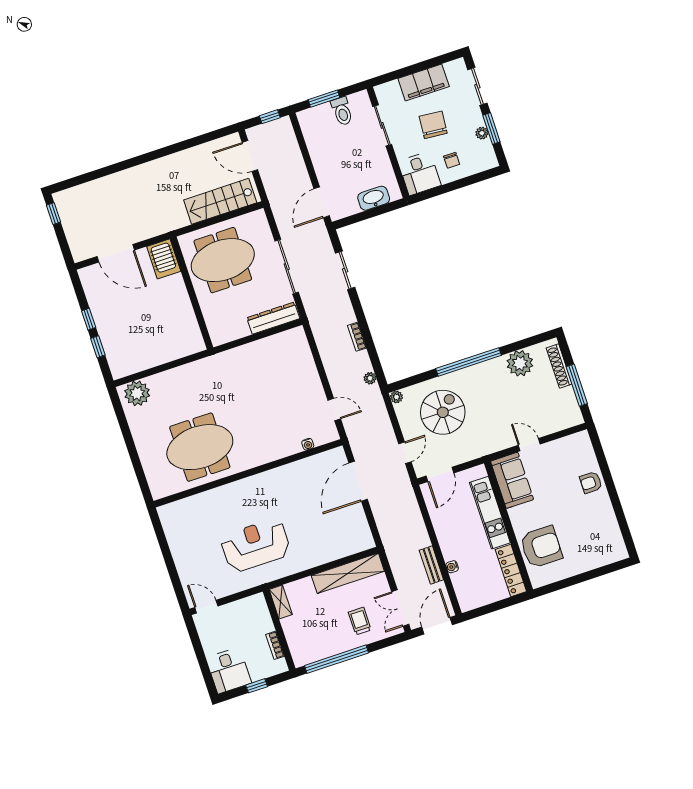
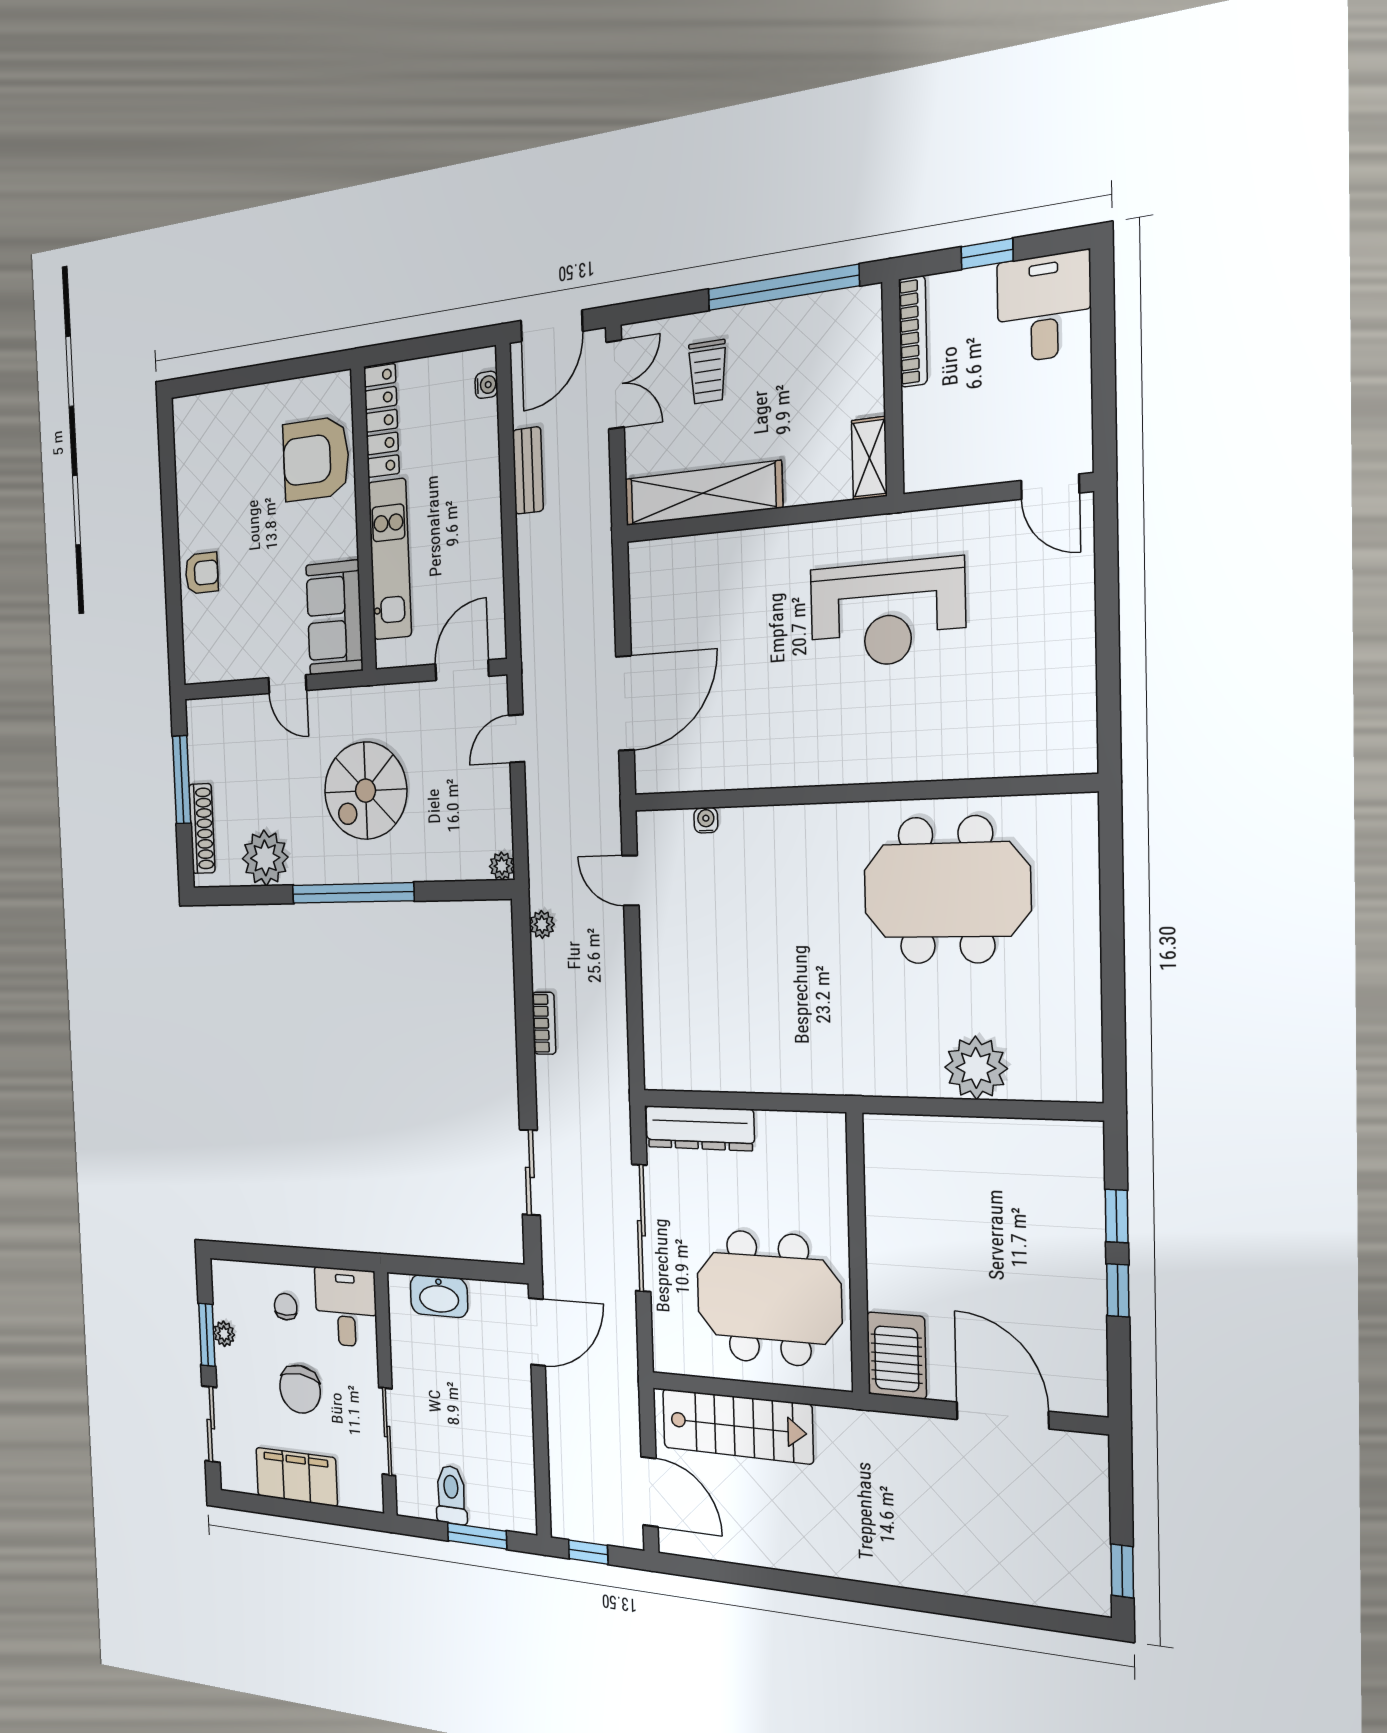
plant: (137, 393) -> (976, 1068), moved
spiral stairs: (443, 412) -> (366, 791), moved
water cooler: (452, 567) -> (486, 385), moved
bookcase: (275, 645) -> (913, 332), width x1.56

